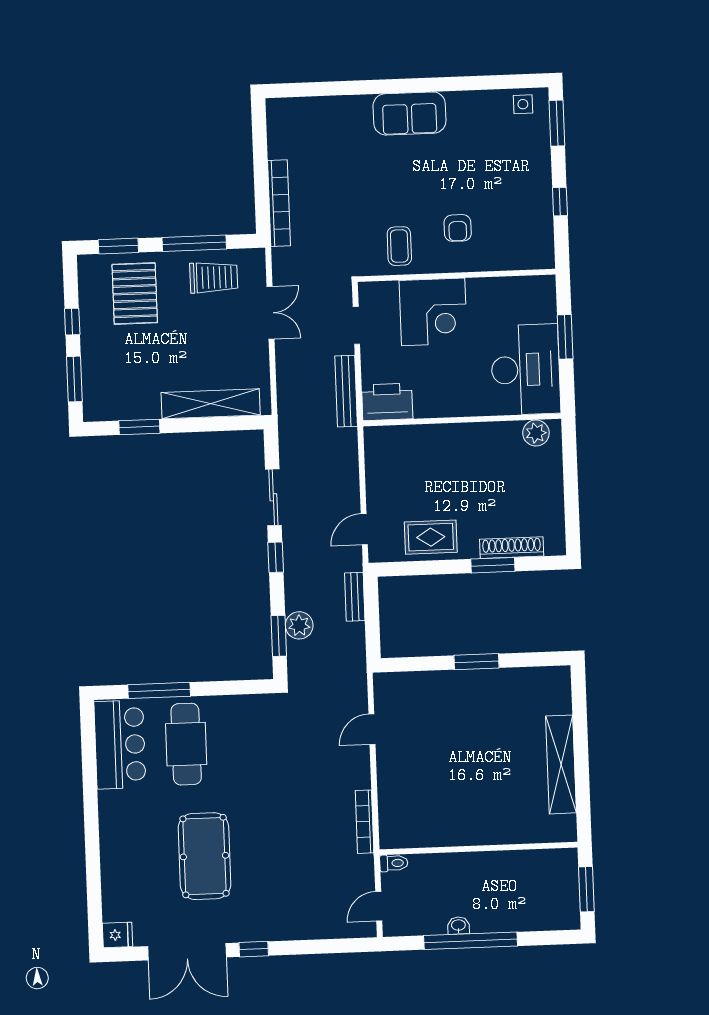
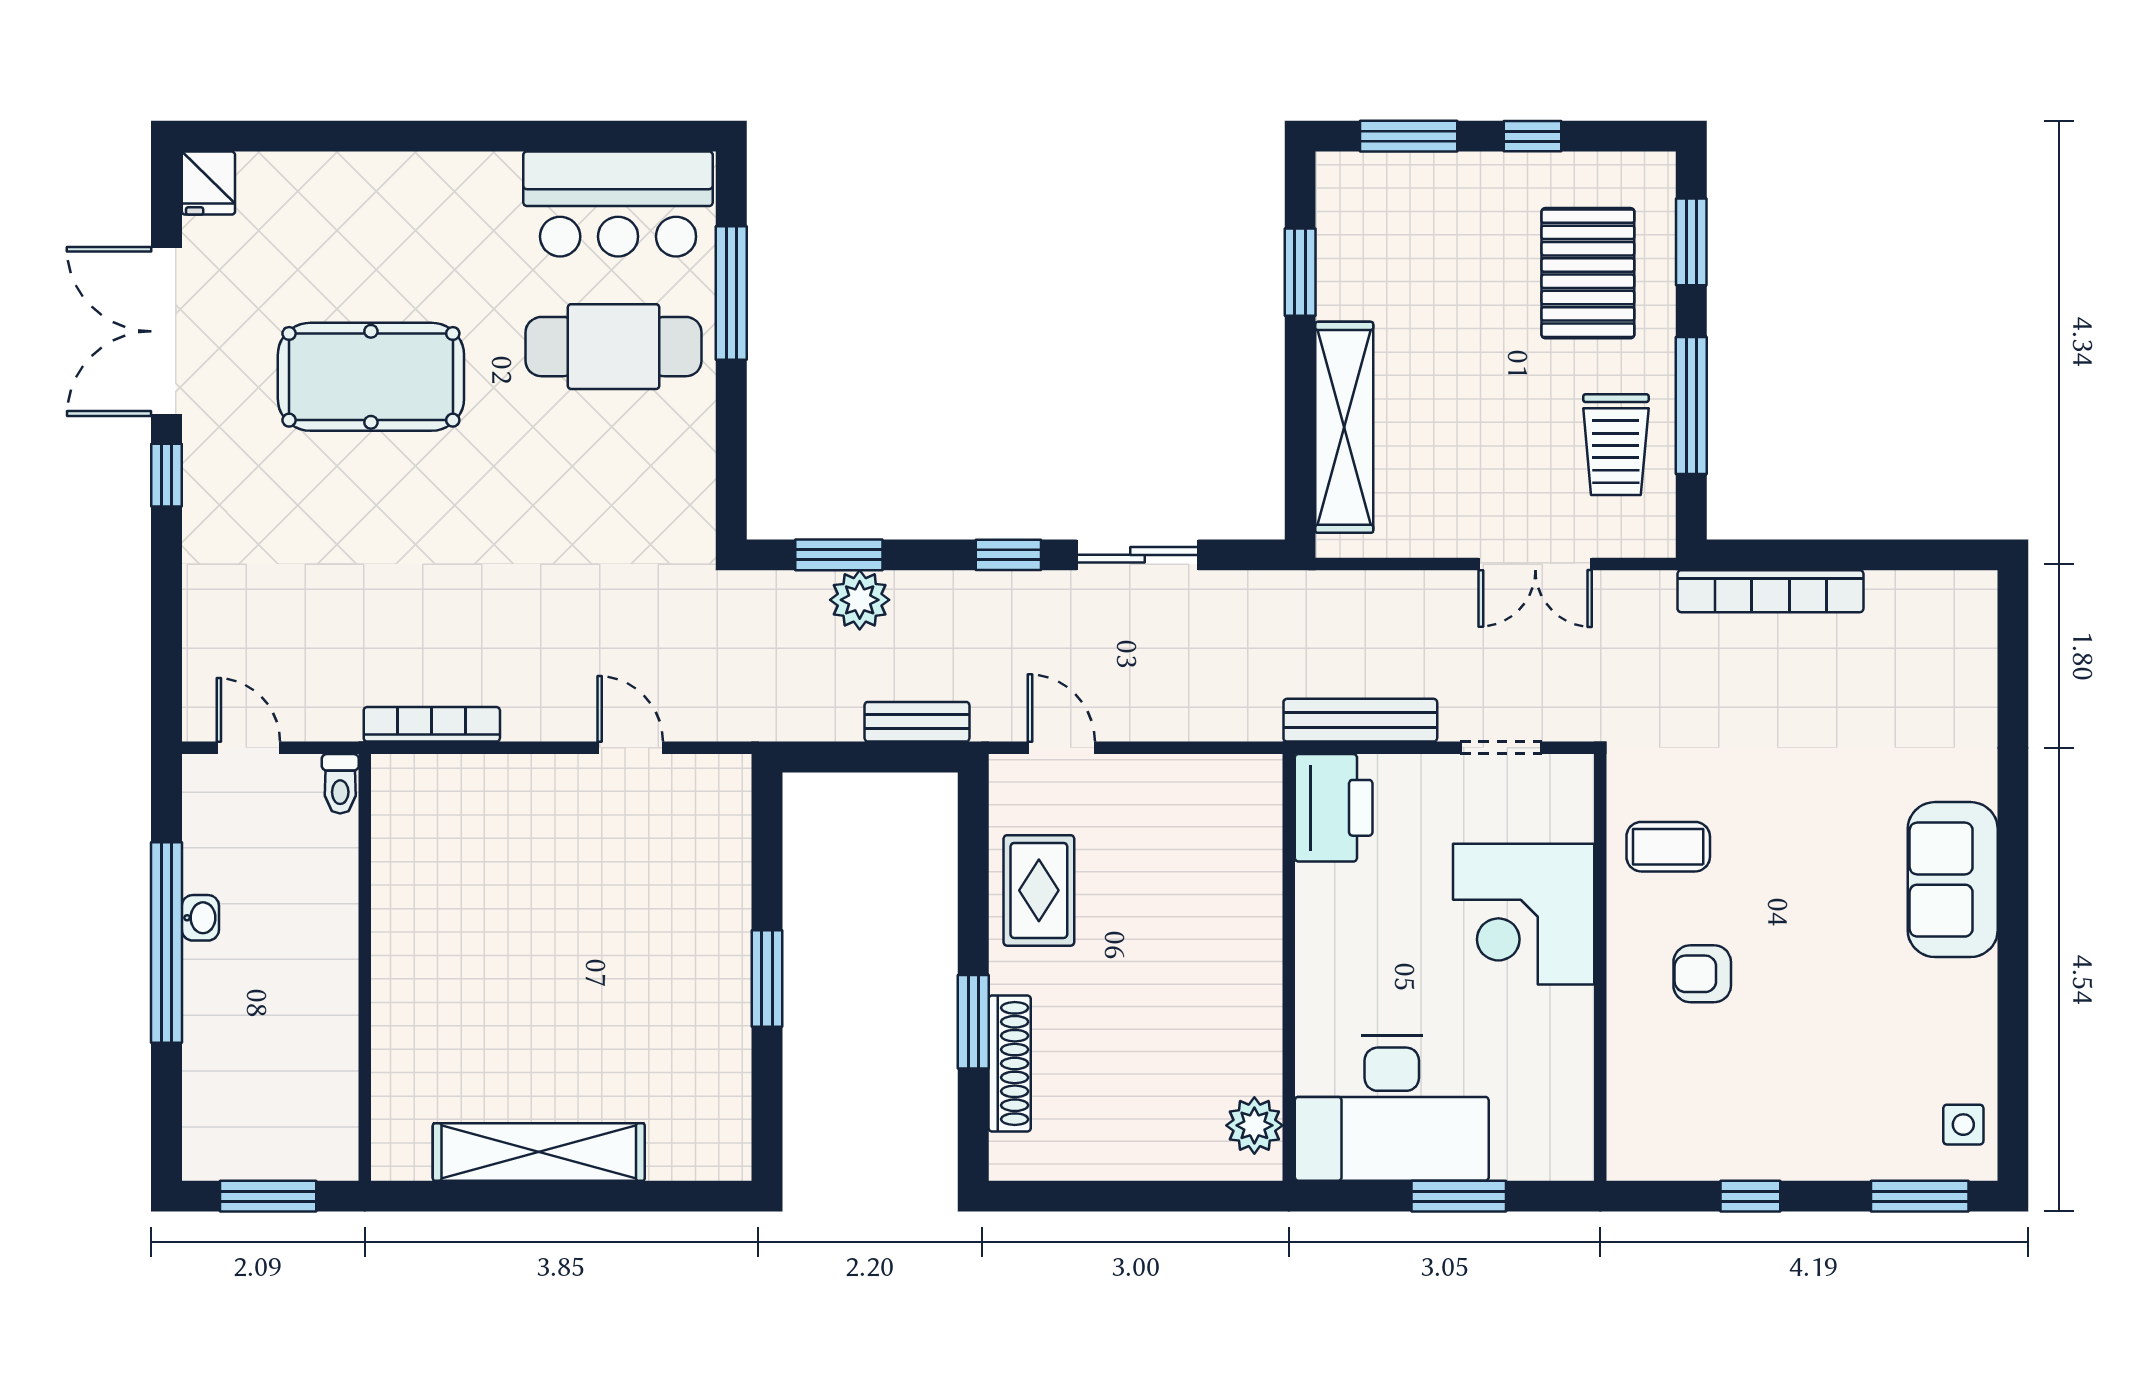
pallet: (135, 293) -> (1588, 273), turned 90

